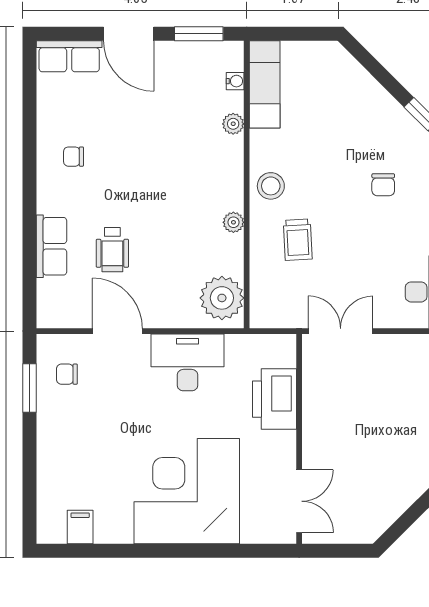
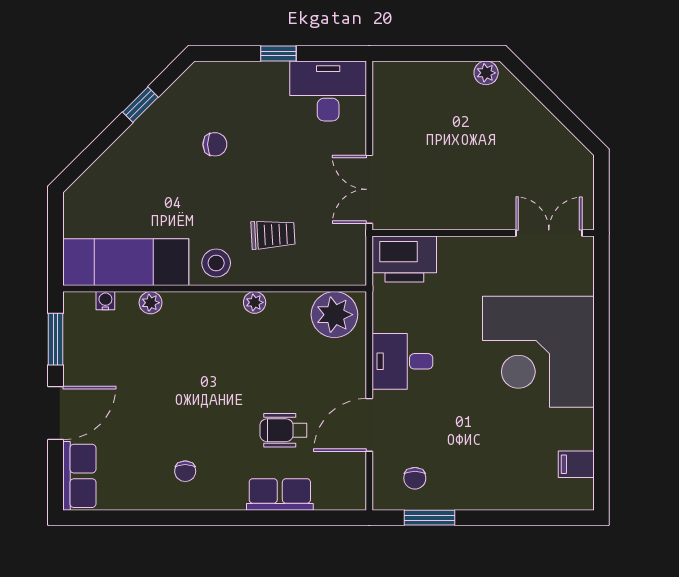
exam couch: (265, 84) -> (126, 262), width x1.36, depth x1.45
wheelchair: (112, 250) -> (283, 430), turned 180
desk: (188, 362) -> (402, 361), width x0.73
printer: (275, 399) -> (404, 259), moved

